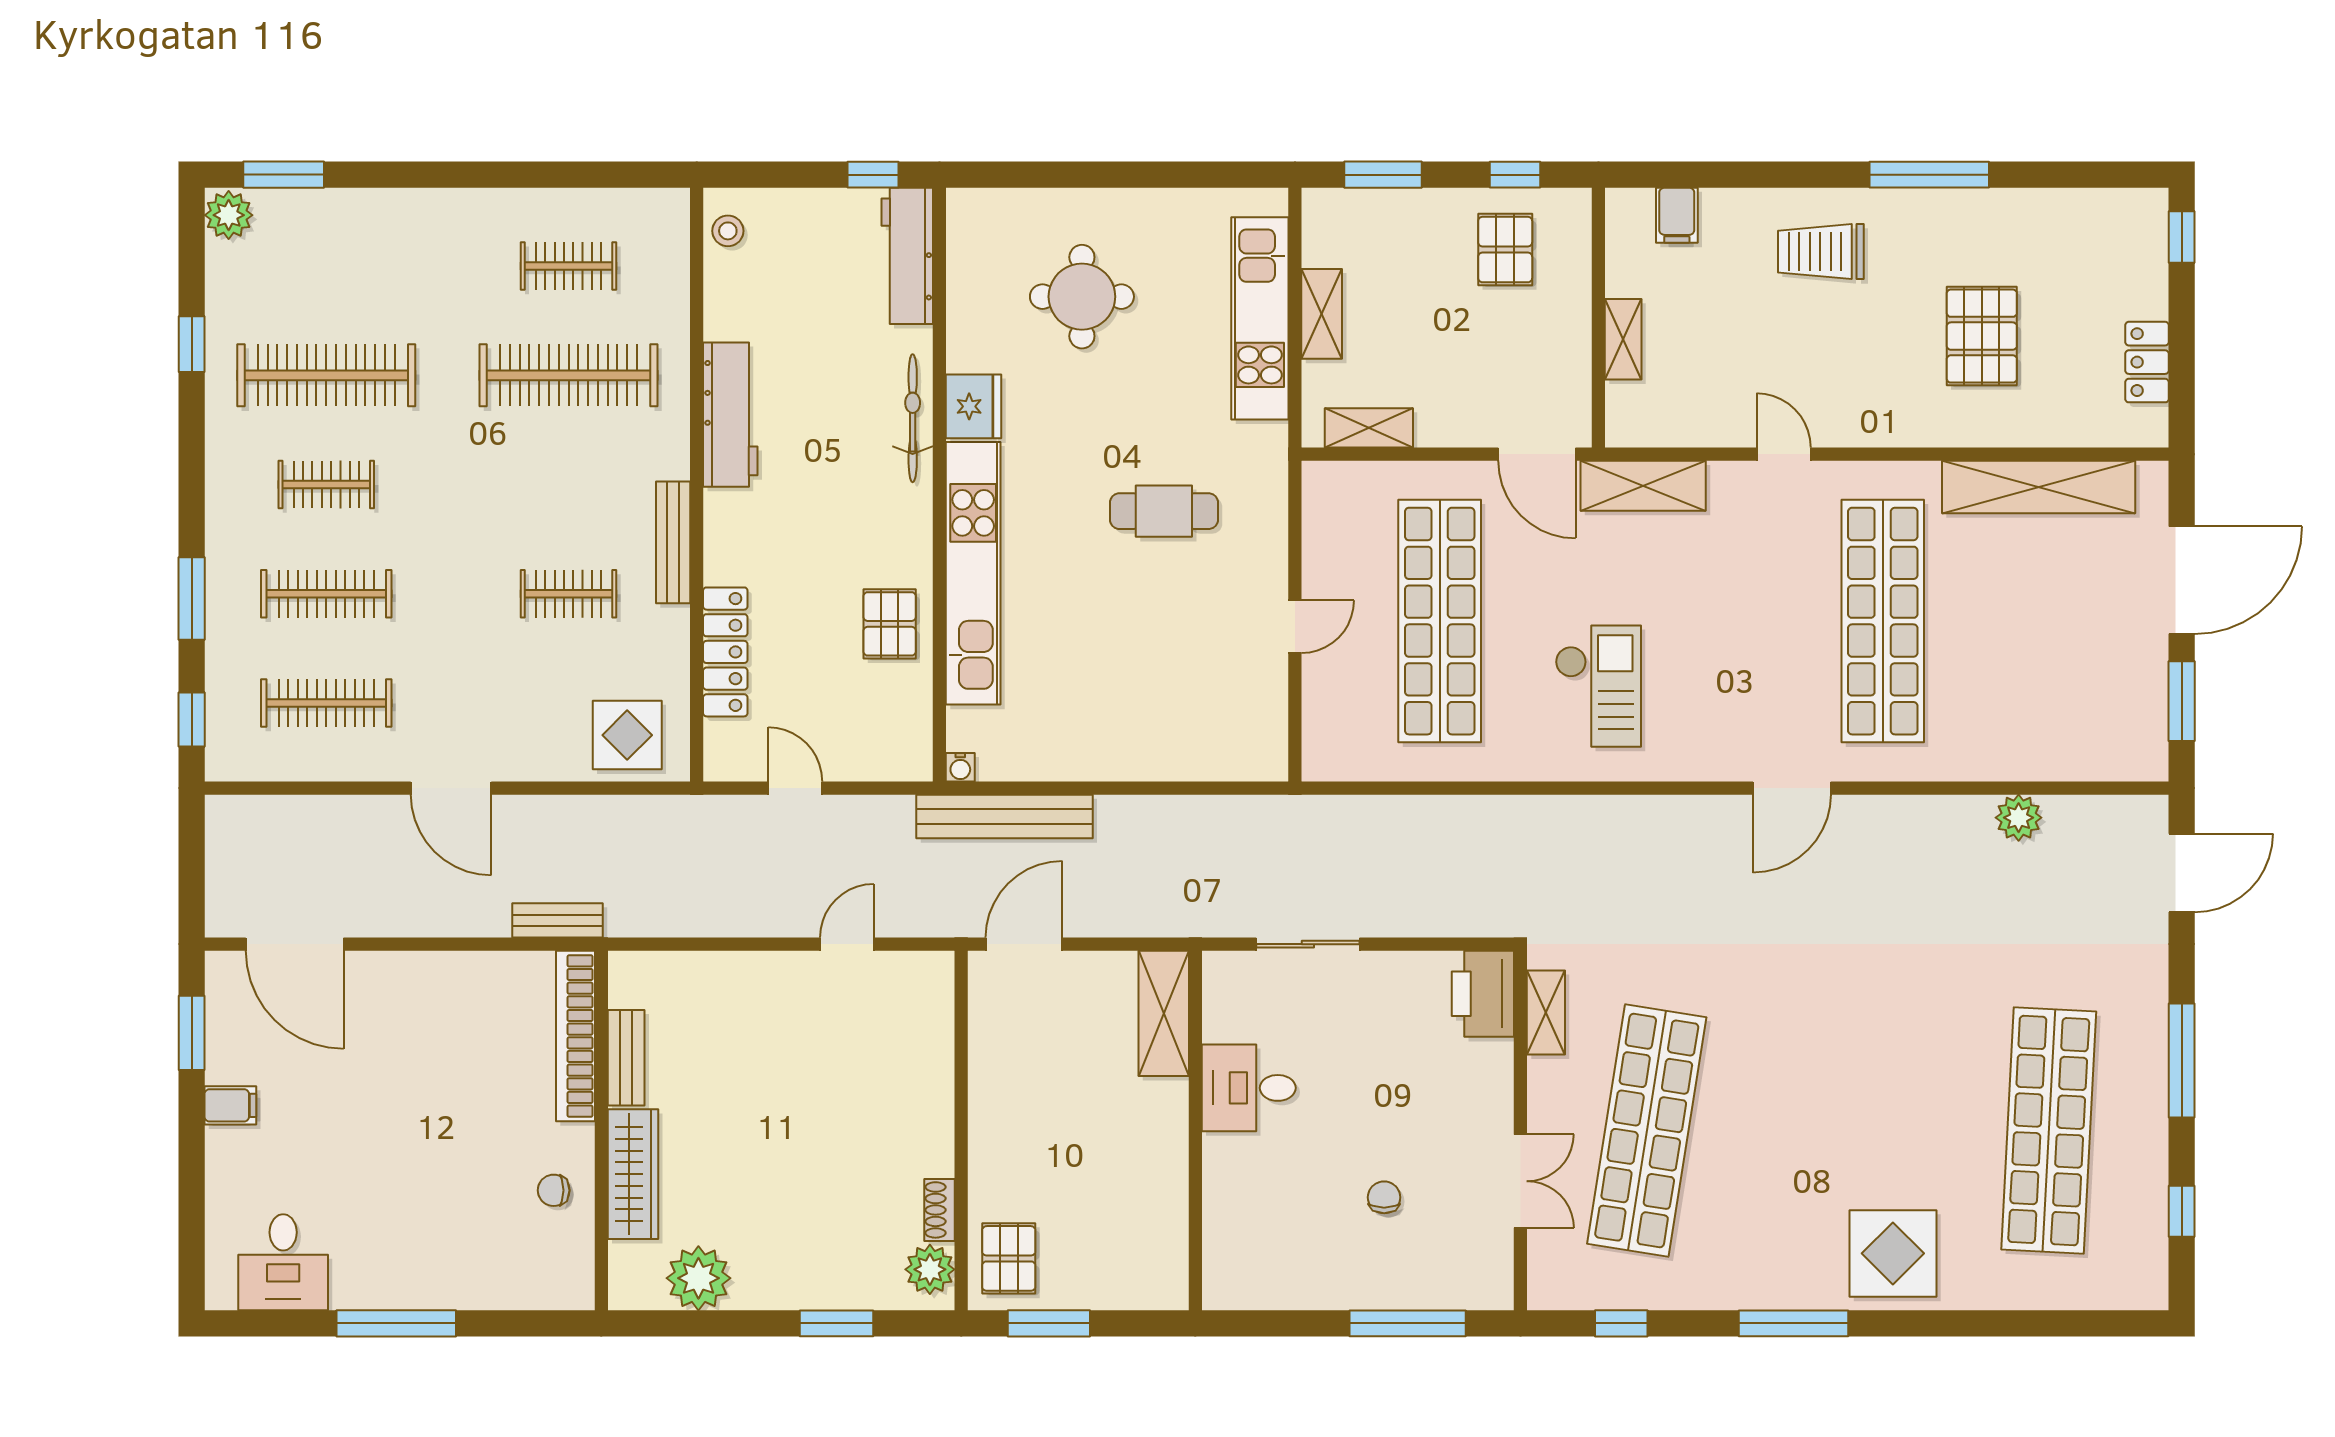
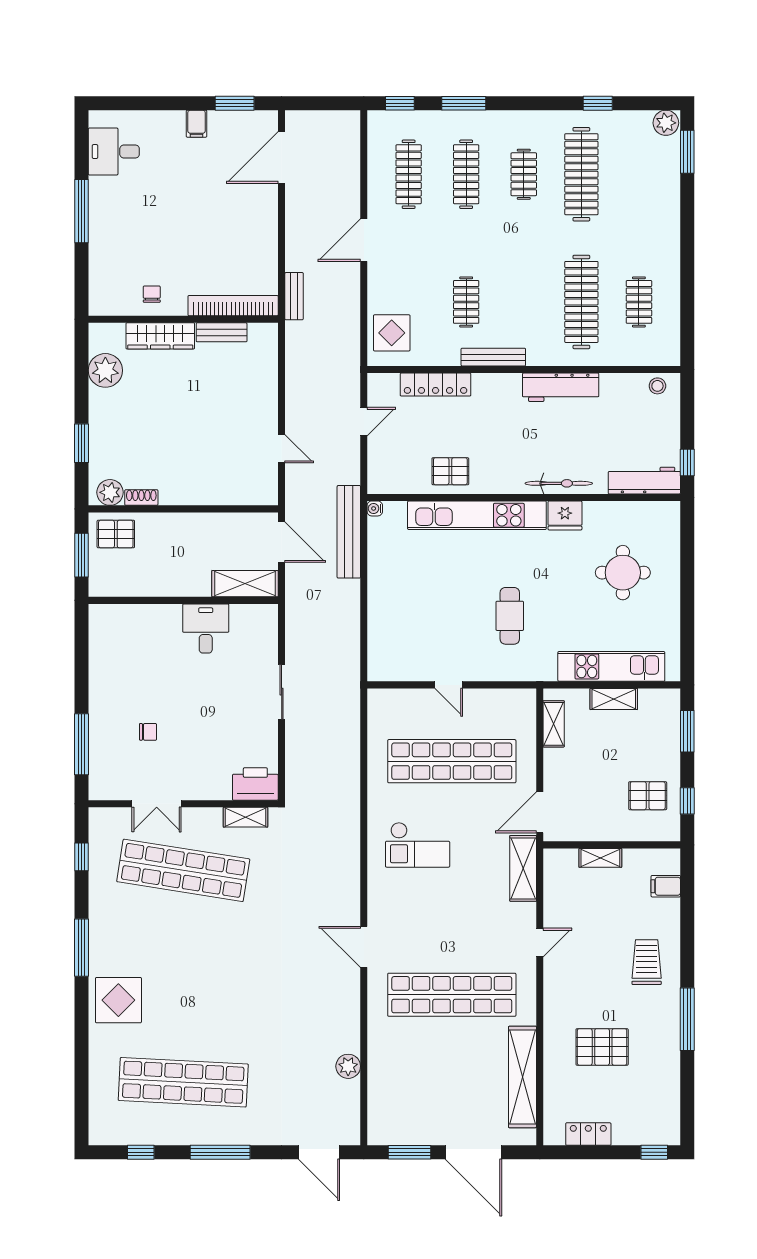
shelving: (1164, 1013) -> (245, 584), moved
desk: (1249, 1088) -> (206, 628), moved
wall: (1195, 1131) -> (183, 600), moved

